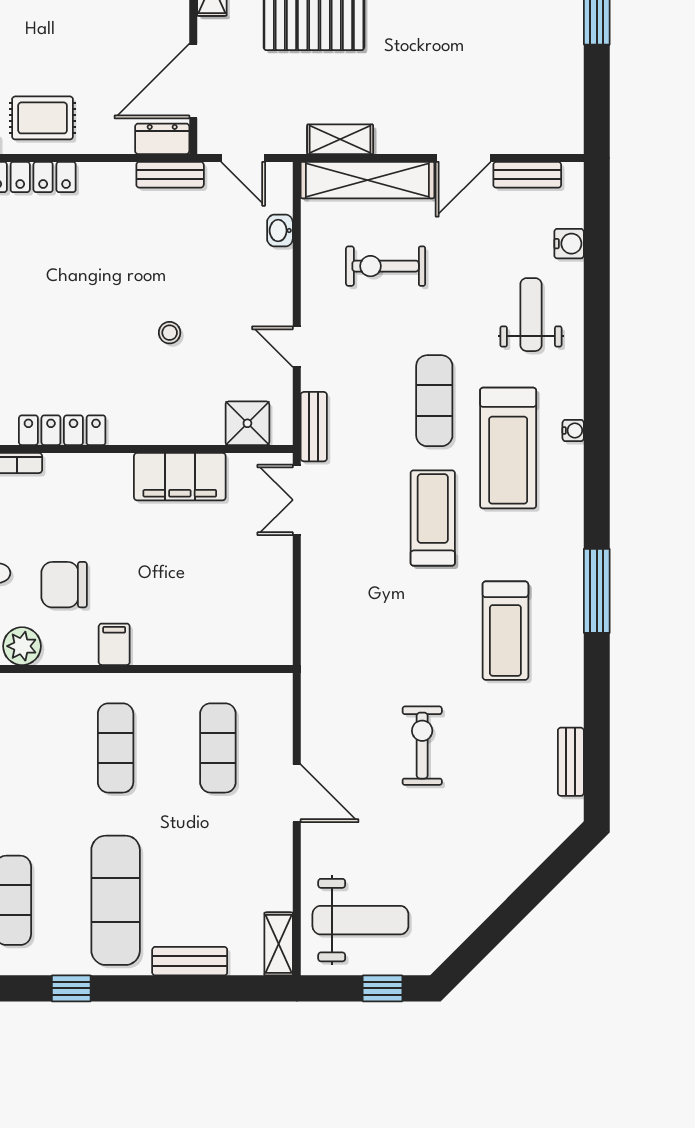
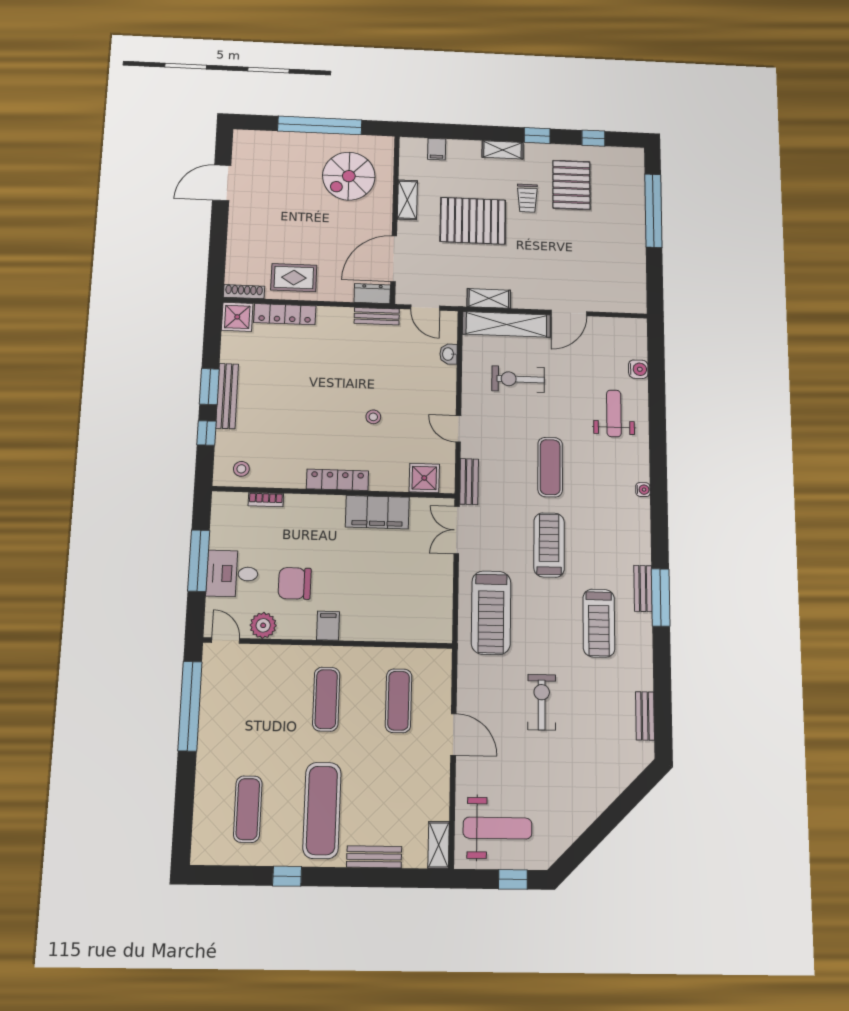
bench: (527, 175) -> (643, 588), moved, turned 90
locker: (62, 430) -> (337, 480), moved
treadmill: (508, 448) -> (491, 613), moved

